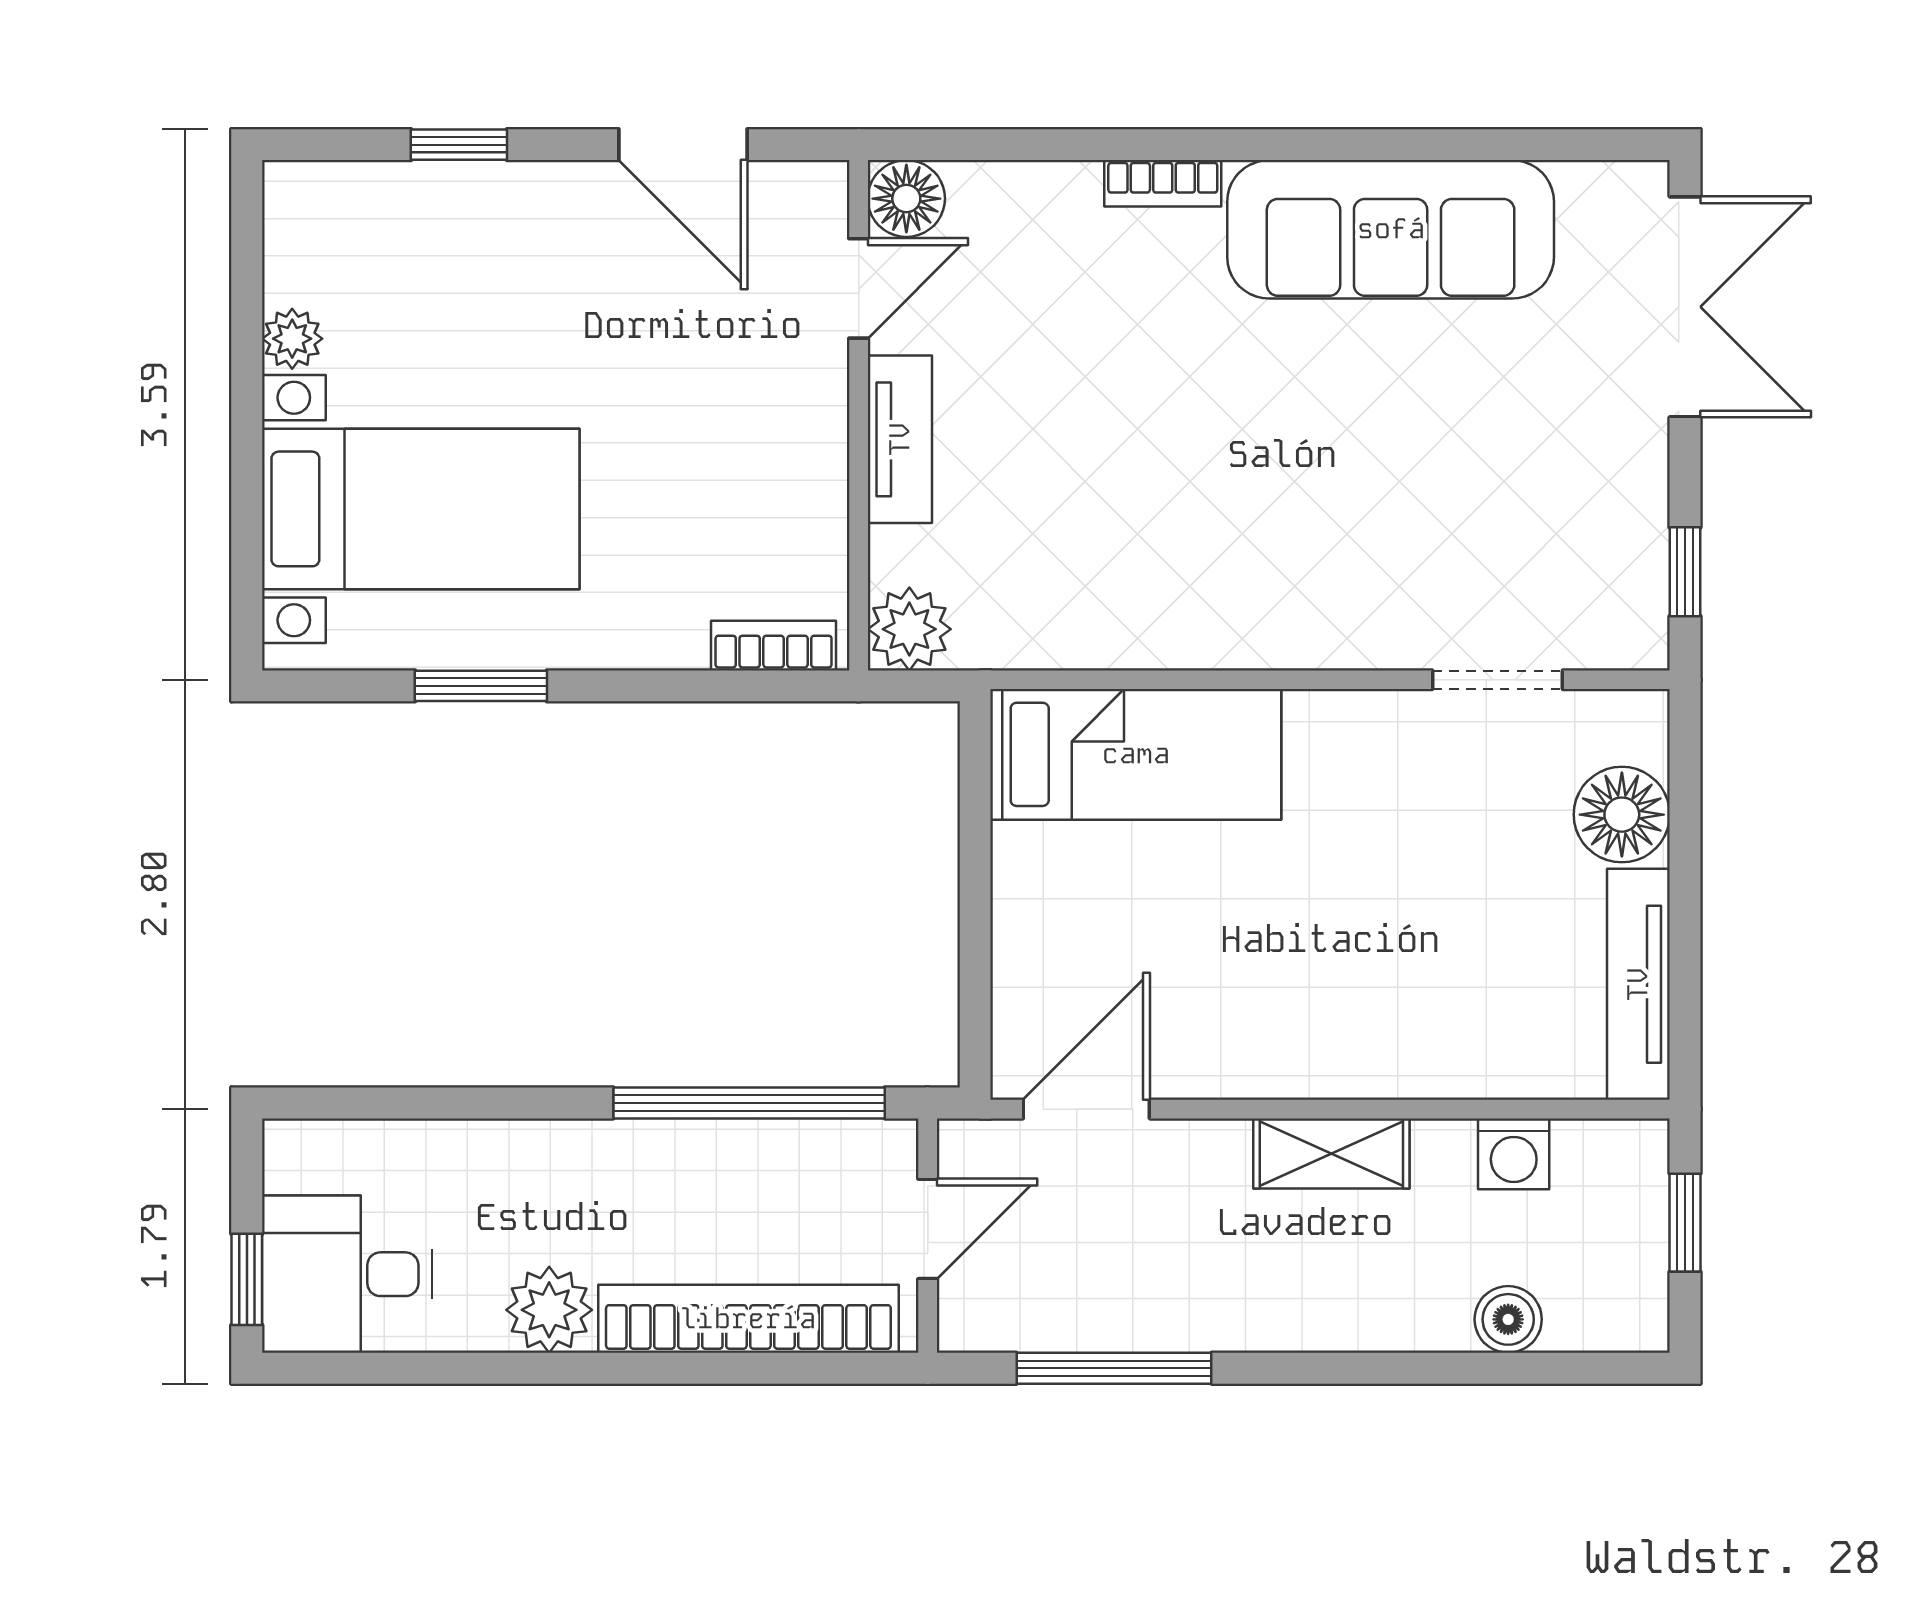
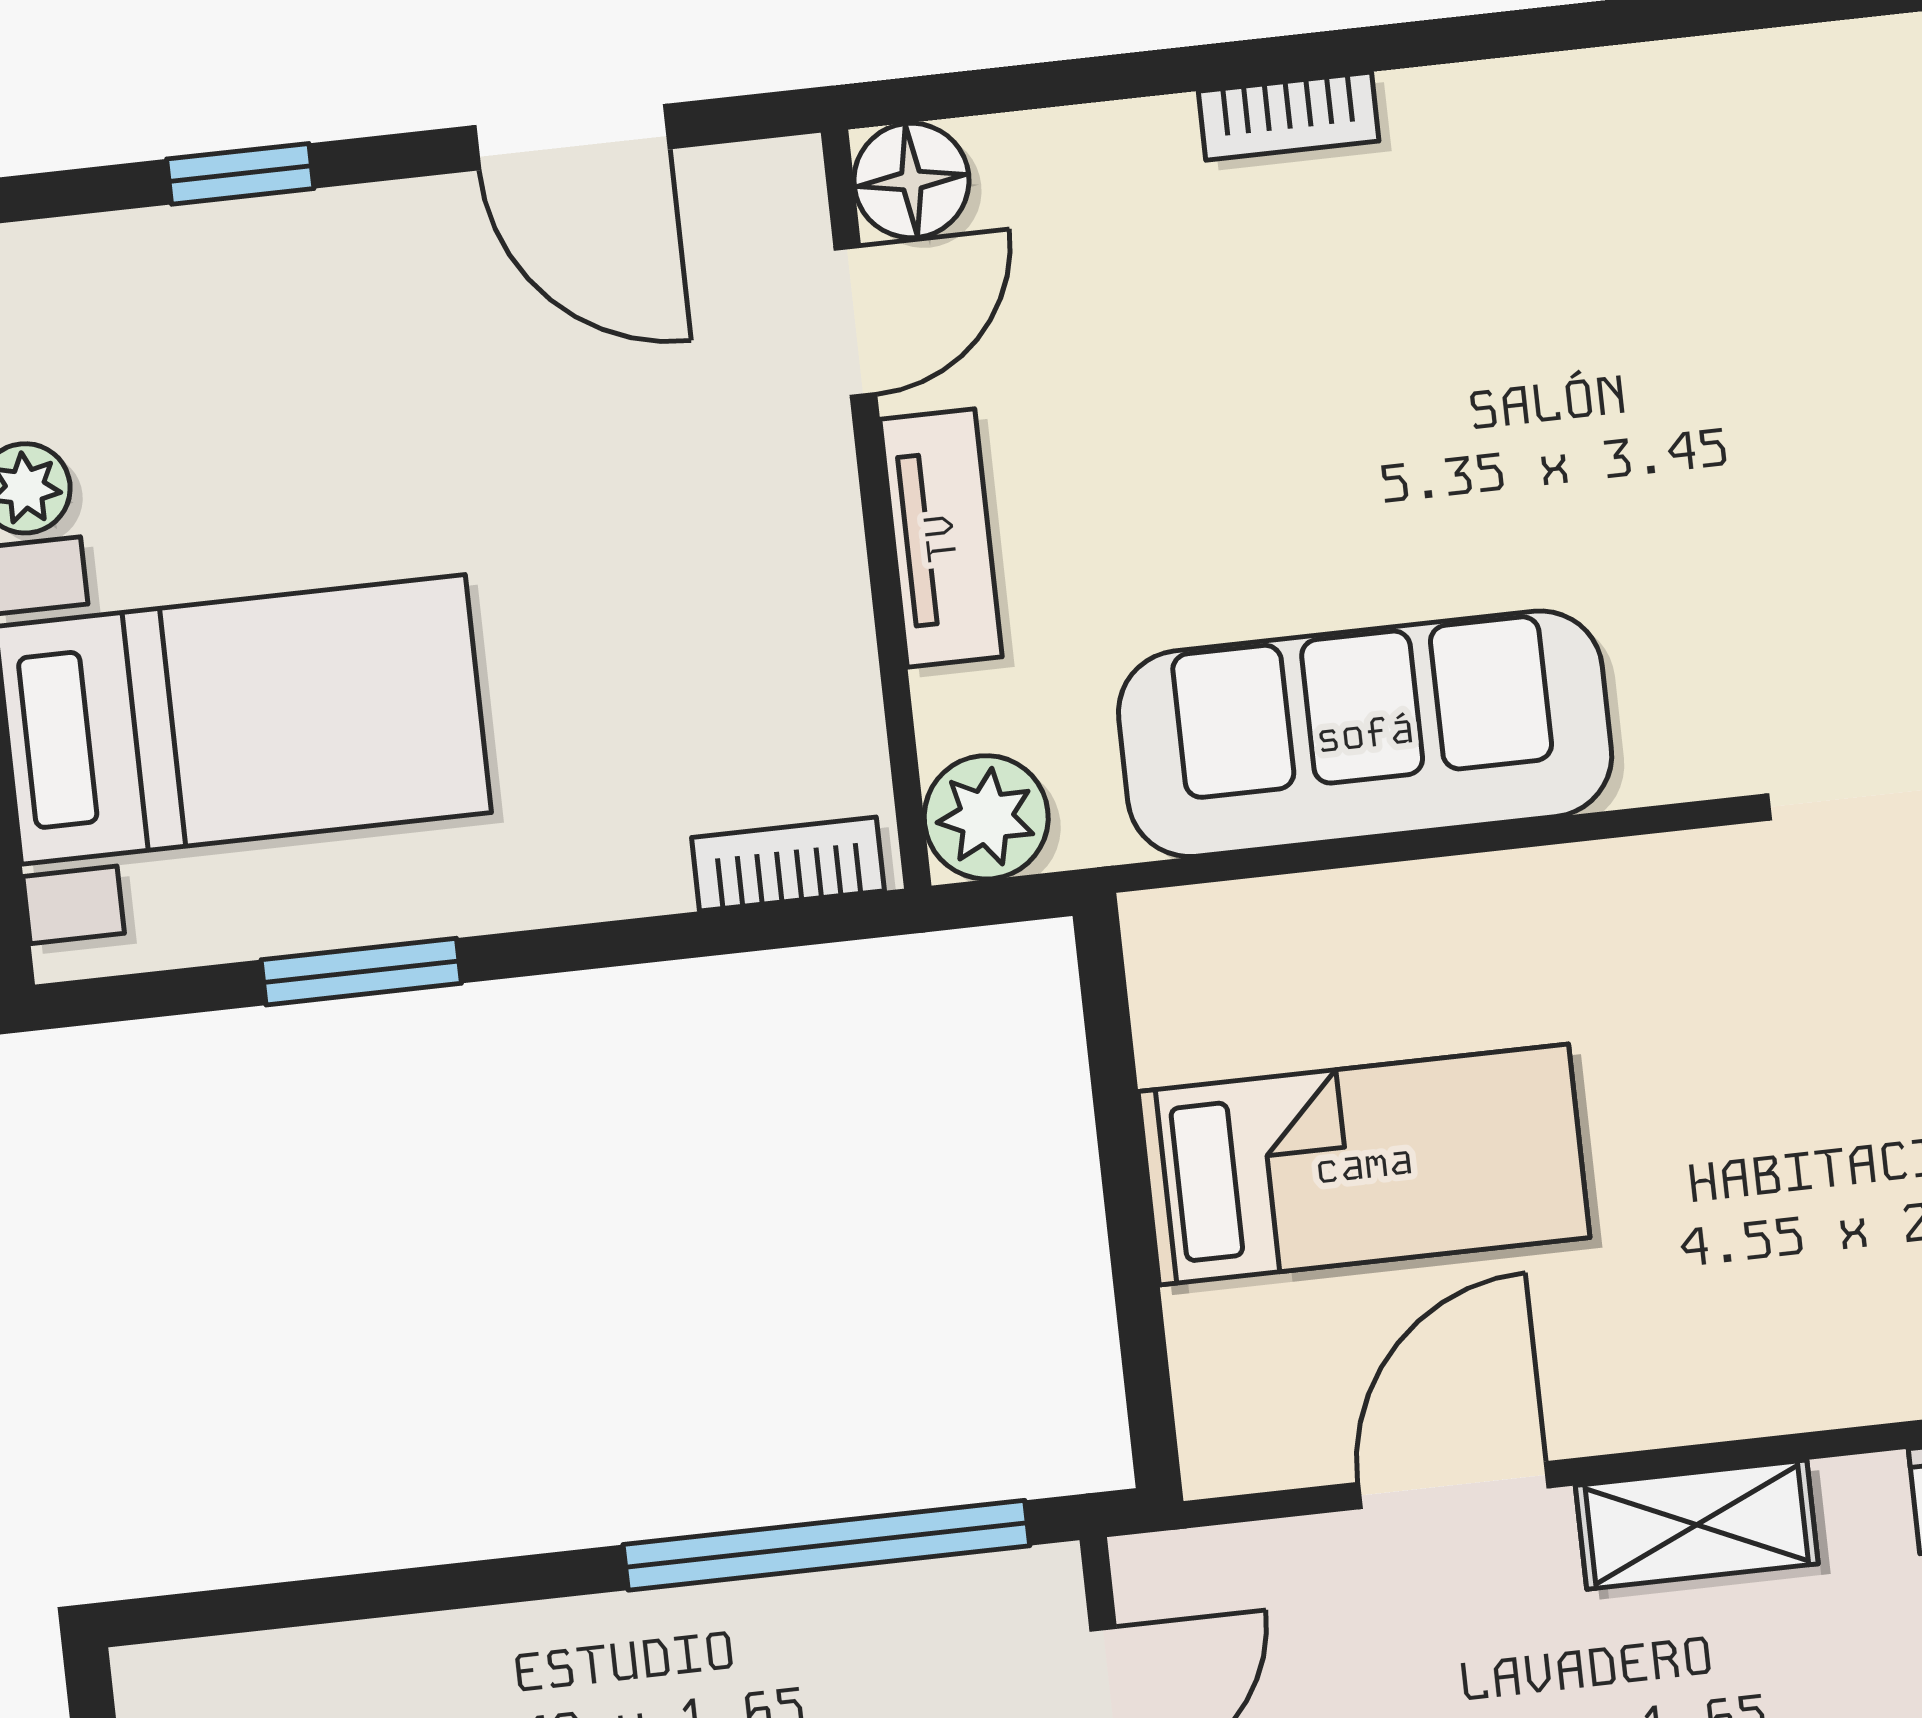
sofa: (1391, 229) -> (1365, 734), moved, turned 180
bed: (1136, 754) -> (1364, 1165), moved
door: (1086, 1109) -> (1453, 1485), moved

